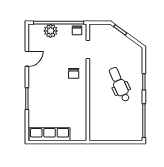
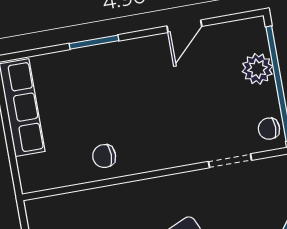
door: (27, 59) -> (184, 26), hinge flipped
chair: (74, 73) -> (104, 156), moved

